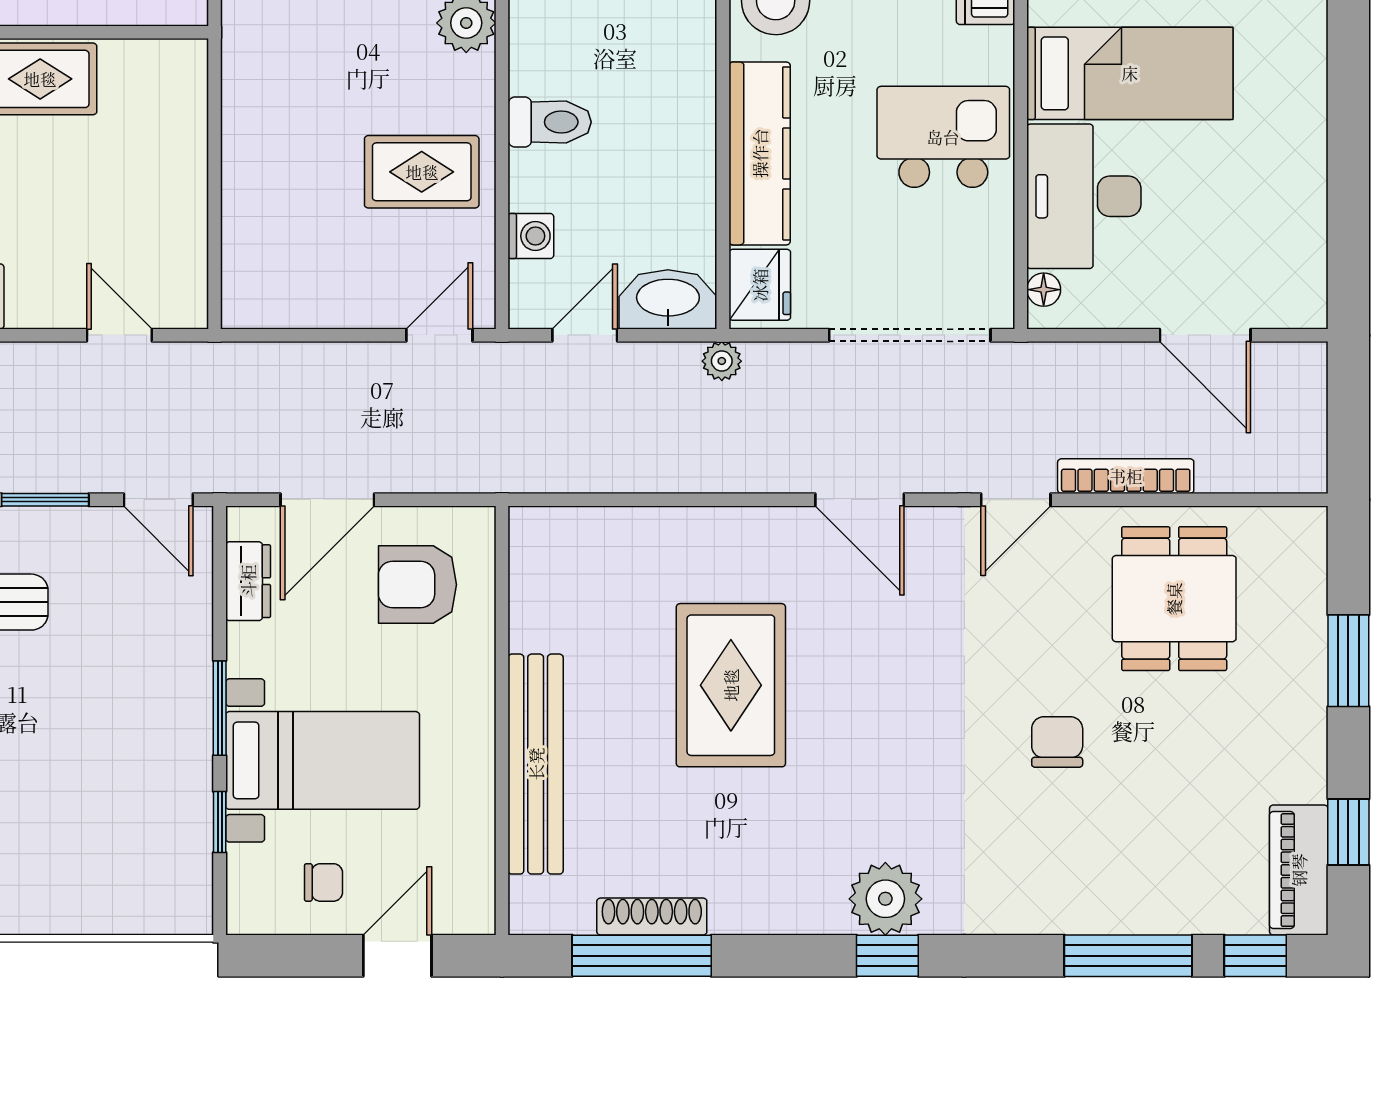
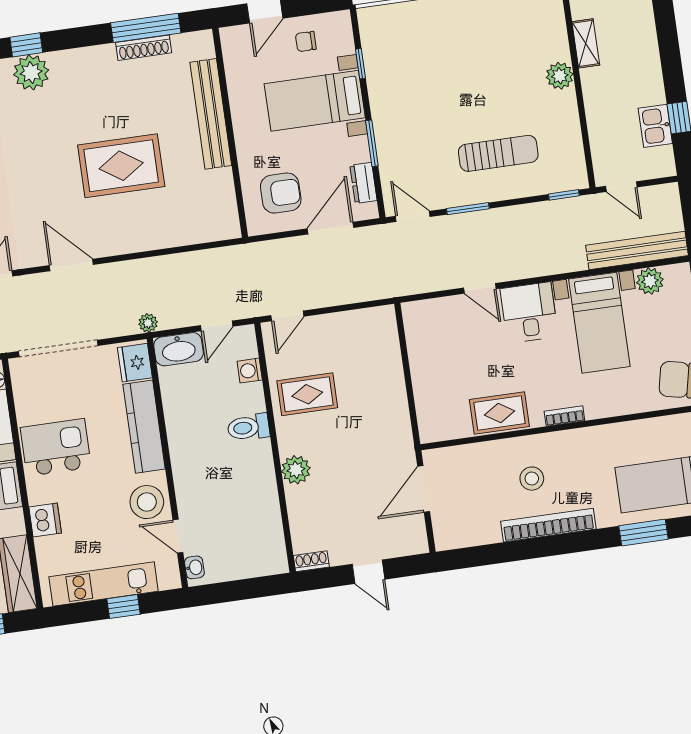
kitchen island: (943, 137) -> (56, 447), turned 180
door: (119, 335) -> (480, 288), moved
rug: (731, 685) -> (121, 166), turned 90
window: (220, 708) -> (372, 143), moved

